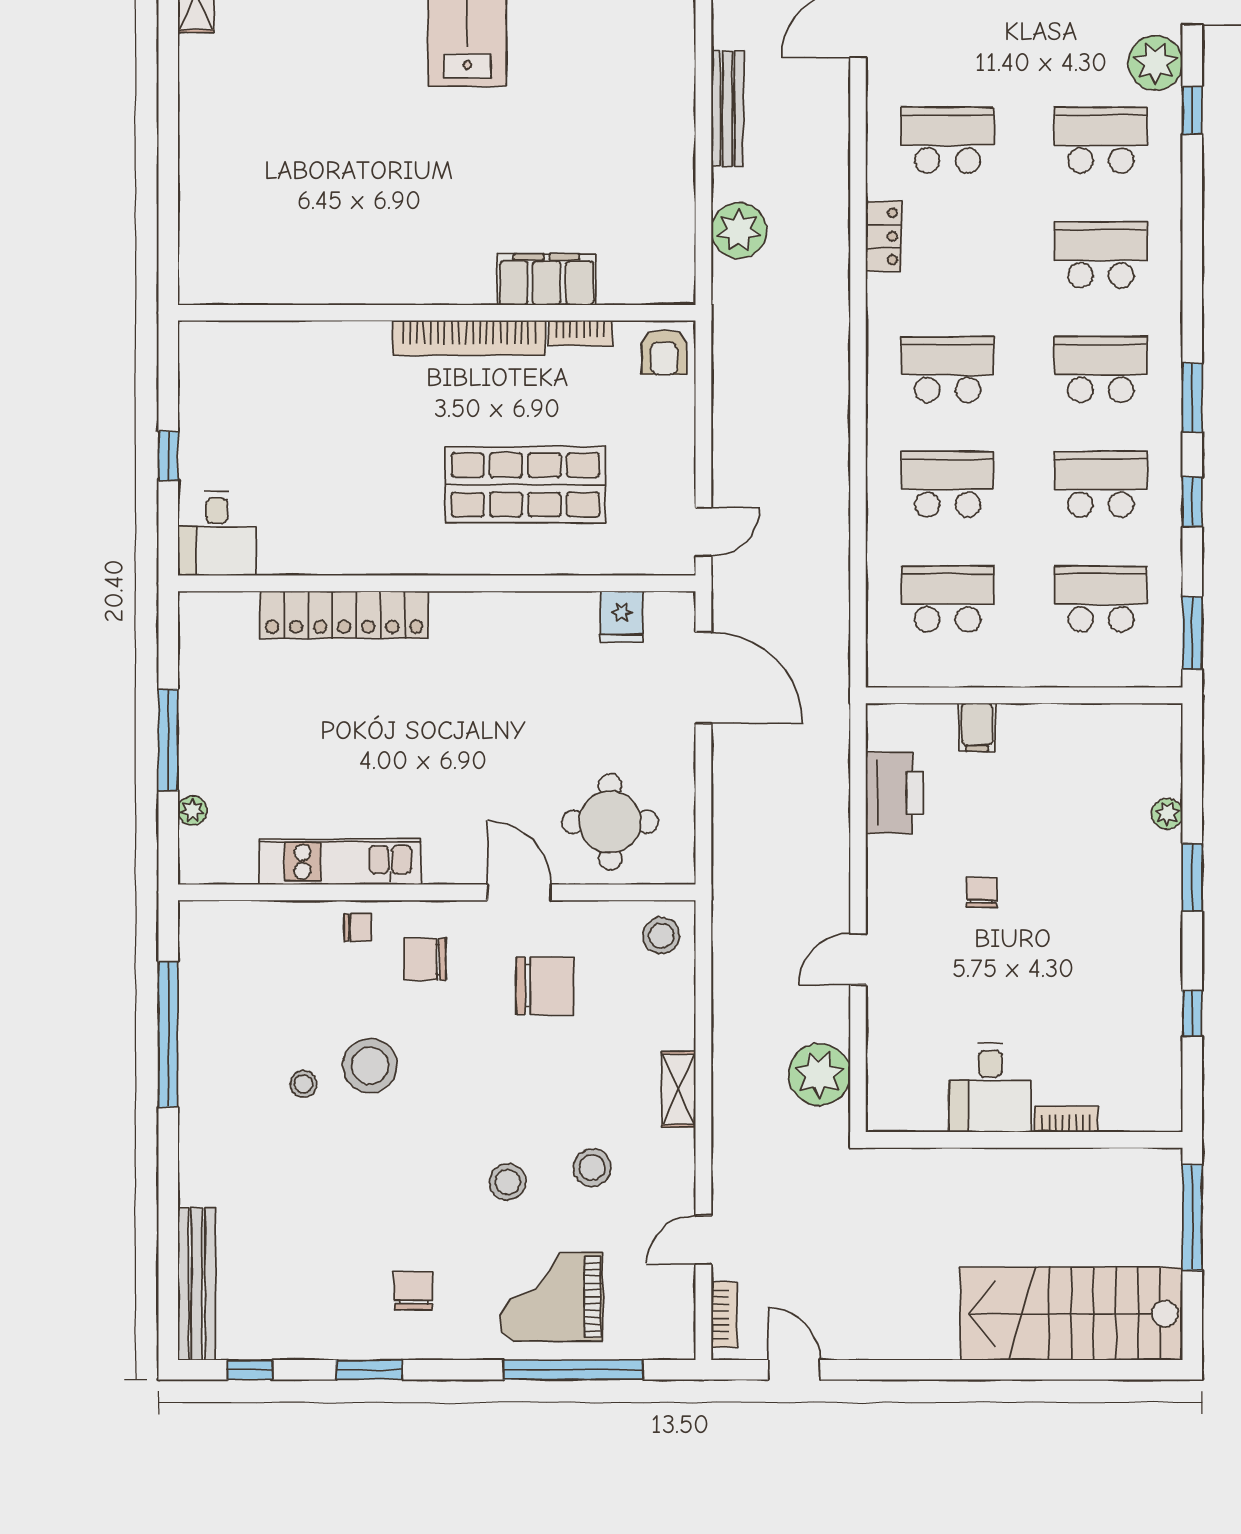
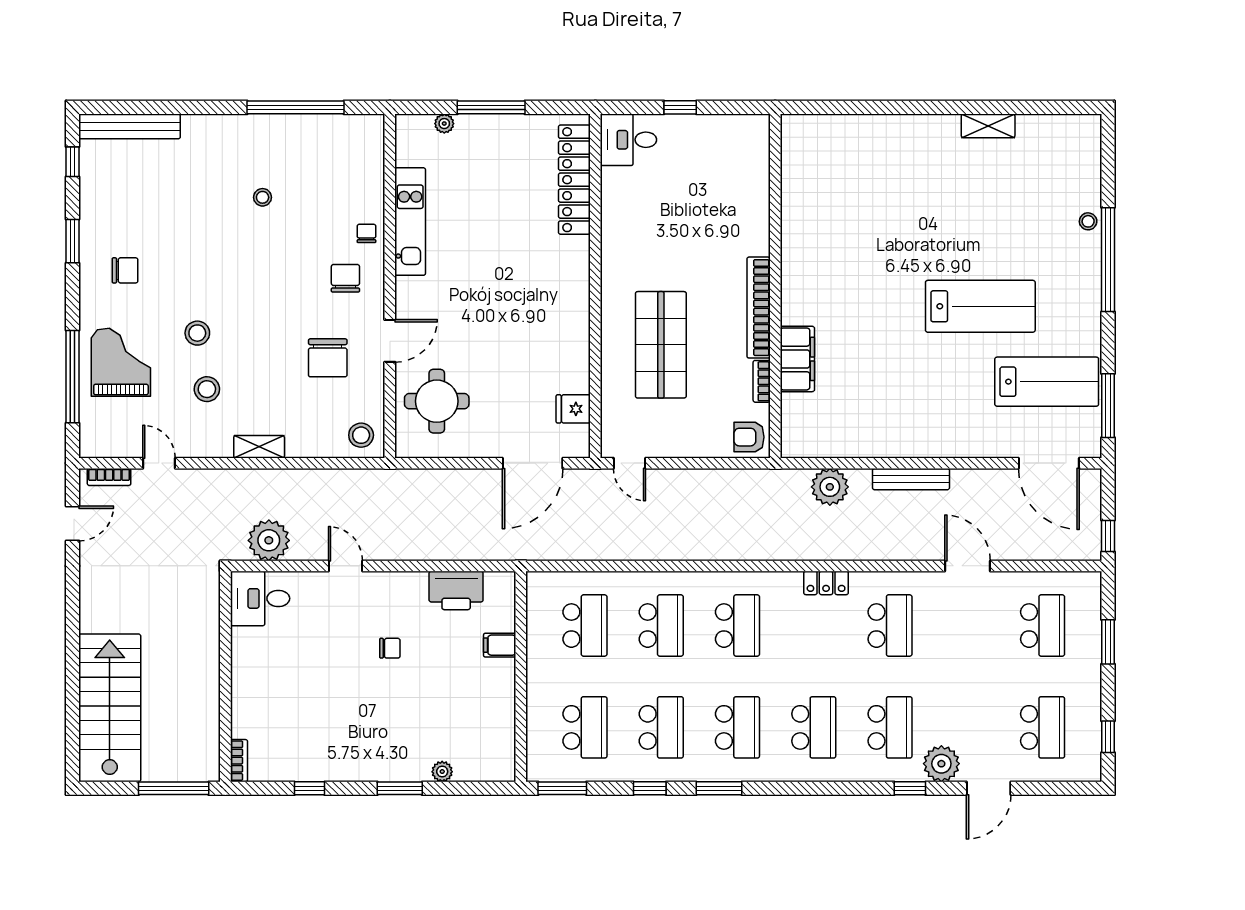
locker: (344, 615) -> (574, 180), moved
chair: (358, 928) -> (366, 233), turned 180
stool: (370, 1066) -> (275, 242), removed
desk: (990, 1088) -> (260, 598), moved
bookcase: (1066, 1119) -> (239, 761), moved

